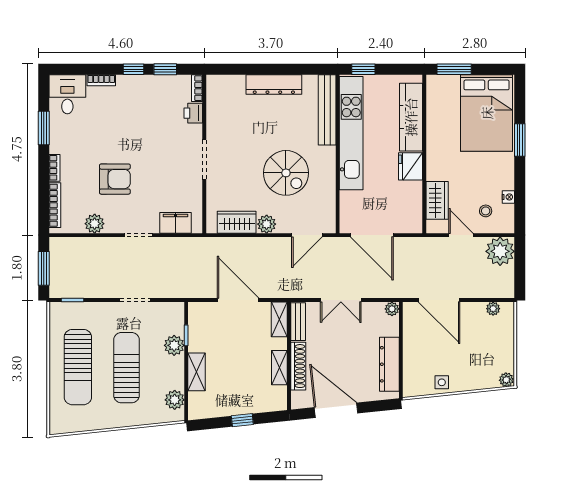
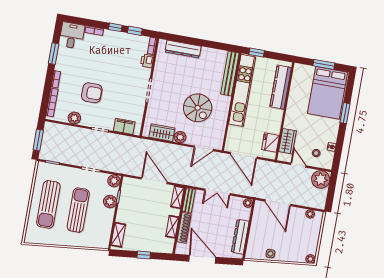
window: (454, 69) -> (324, 64), moved
dresser: (274, 84) -> (183, 49), moved
fridge: (411, 166) -> (270, 142), moved
shelving: (197, 372) -> (118, 235), moved
plant: (175, 400) -> (114, 181), moved

